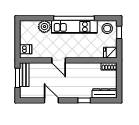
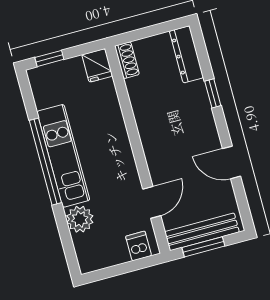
stool: (107, 29) -> (48, 86), removed
door: (59, 60) -> (152, 202), moved
bench: (24, 75) -> (202, 232), width x1.36
door: (51, 100) -> (231, 162), hinge flipped

